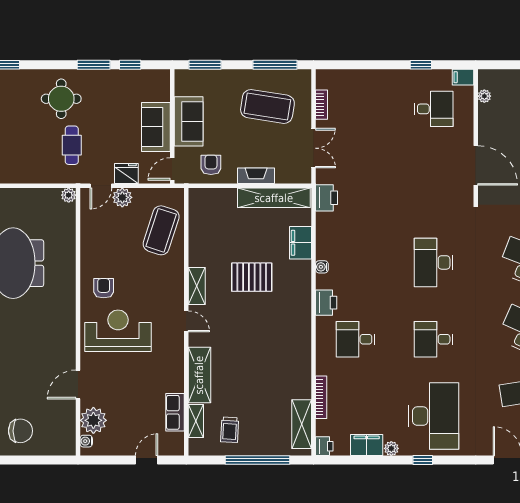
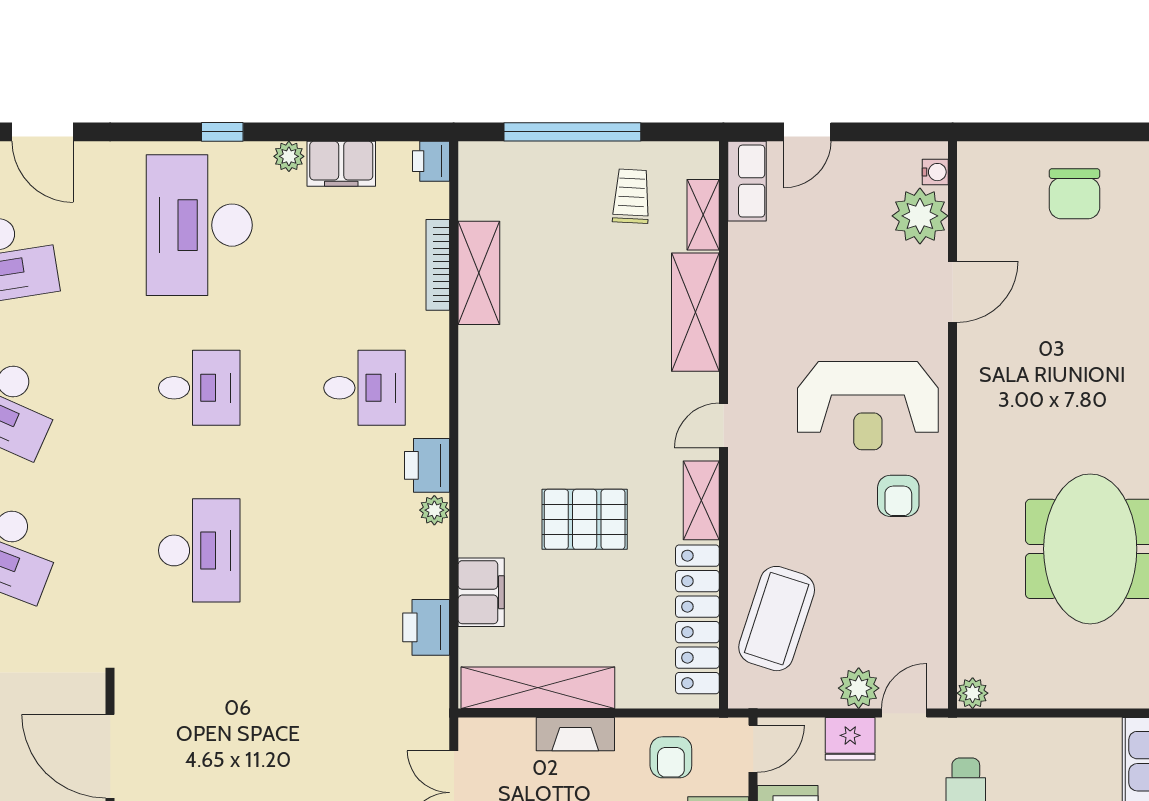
printer: (327, 198) -> (426, 627), moved
locker: (198, 230) -> (697, 619), added
water cooler: (322, 267) -> (436, 541), removed
plant: (323, 281) -> (434, 510), added
door: (186, 321) -> (723, 426), hinge flipped
row of seats: (175, 412) -> (747, 181), moved
shelving: (302, 424) -> (479, 273), moved
chair: (20, 431) -> (1074, 194), turned -90

